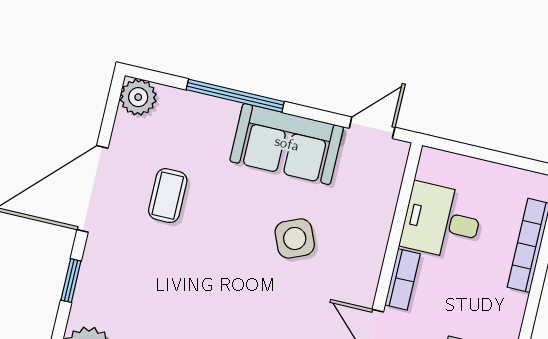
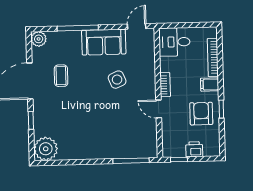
desk: (442, 221) -> (174, 42), moved
filing cabinet: (505, 306) -> (210, 85), added

